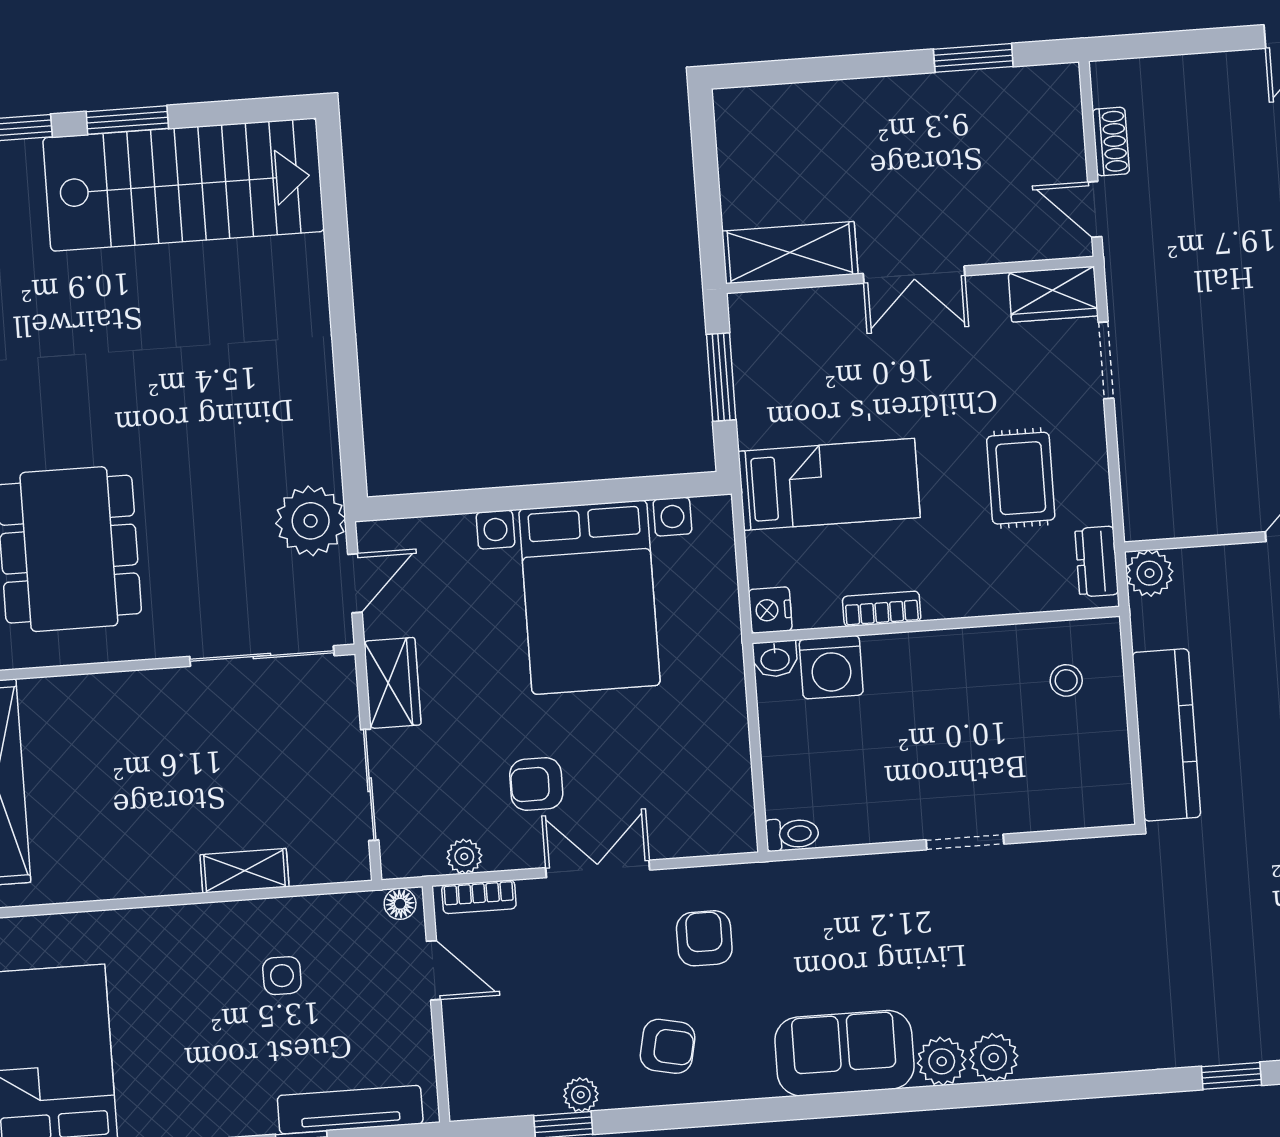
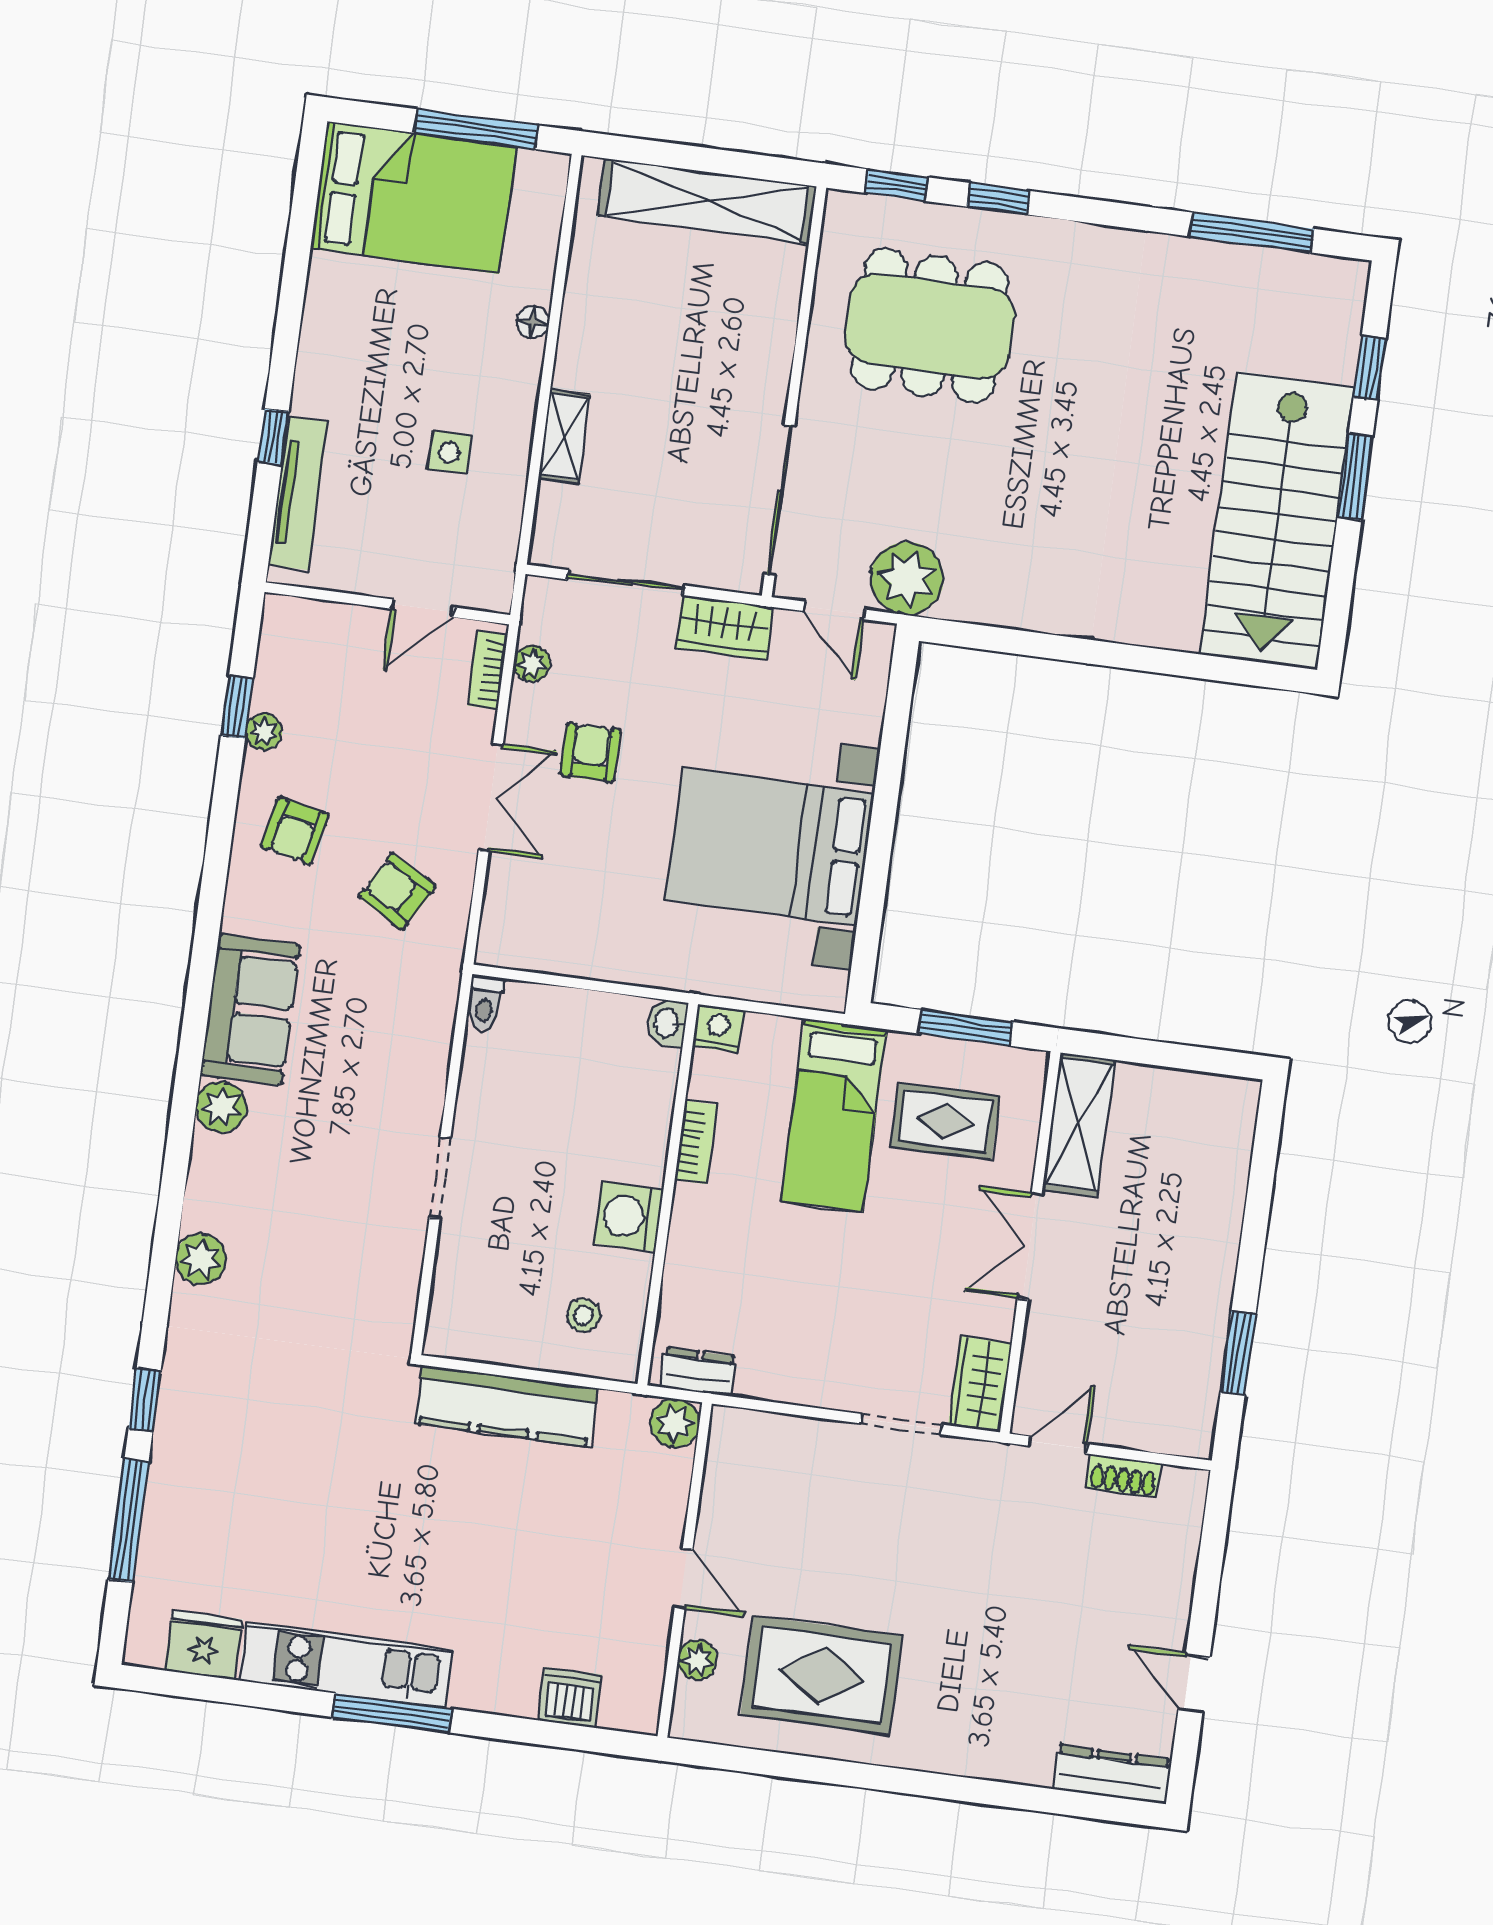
rug: (1021, 478) -> (945, 1121), moved
washing machine: (831, 667) -> (628, 1217), moved
floor lamp: (400, 904) -> (533, 322), moved
armchair: (704, 938) -> (397, 891), turned -150
plant: (994, 1058) -> (201, 1259), moved

